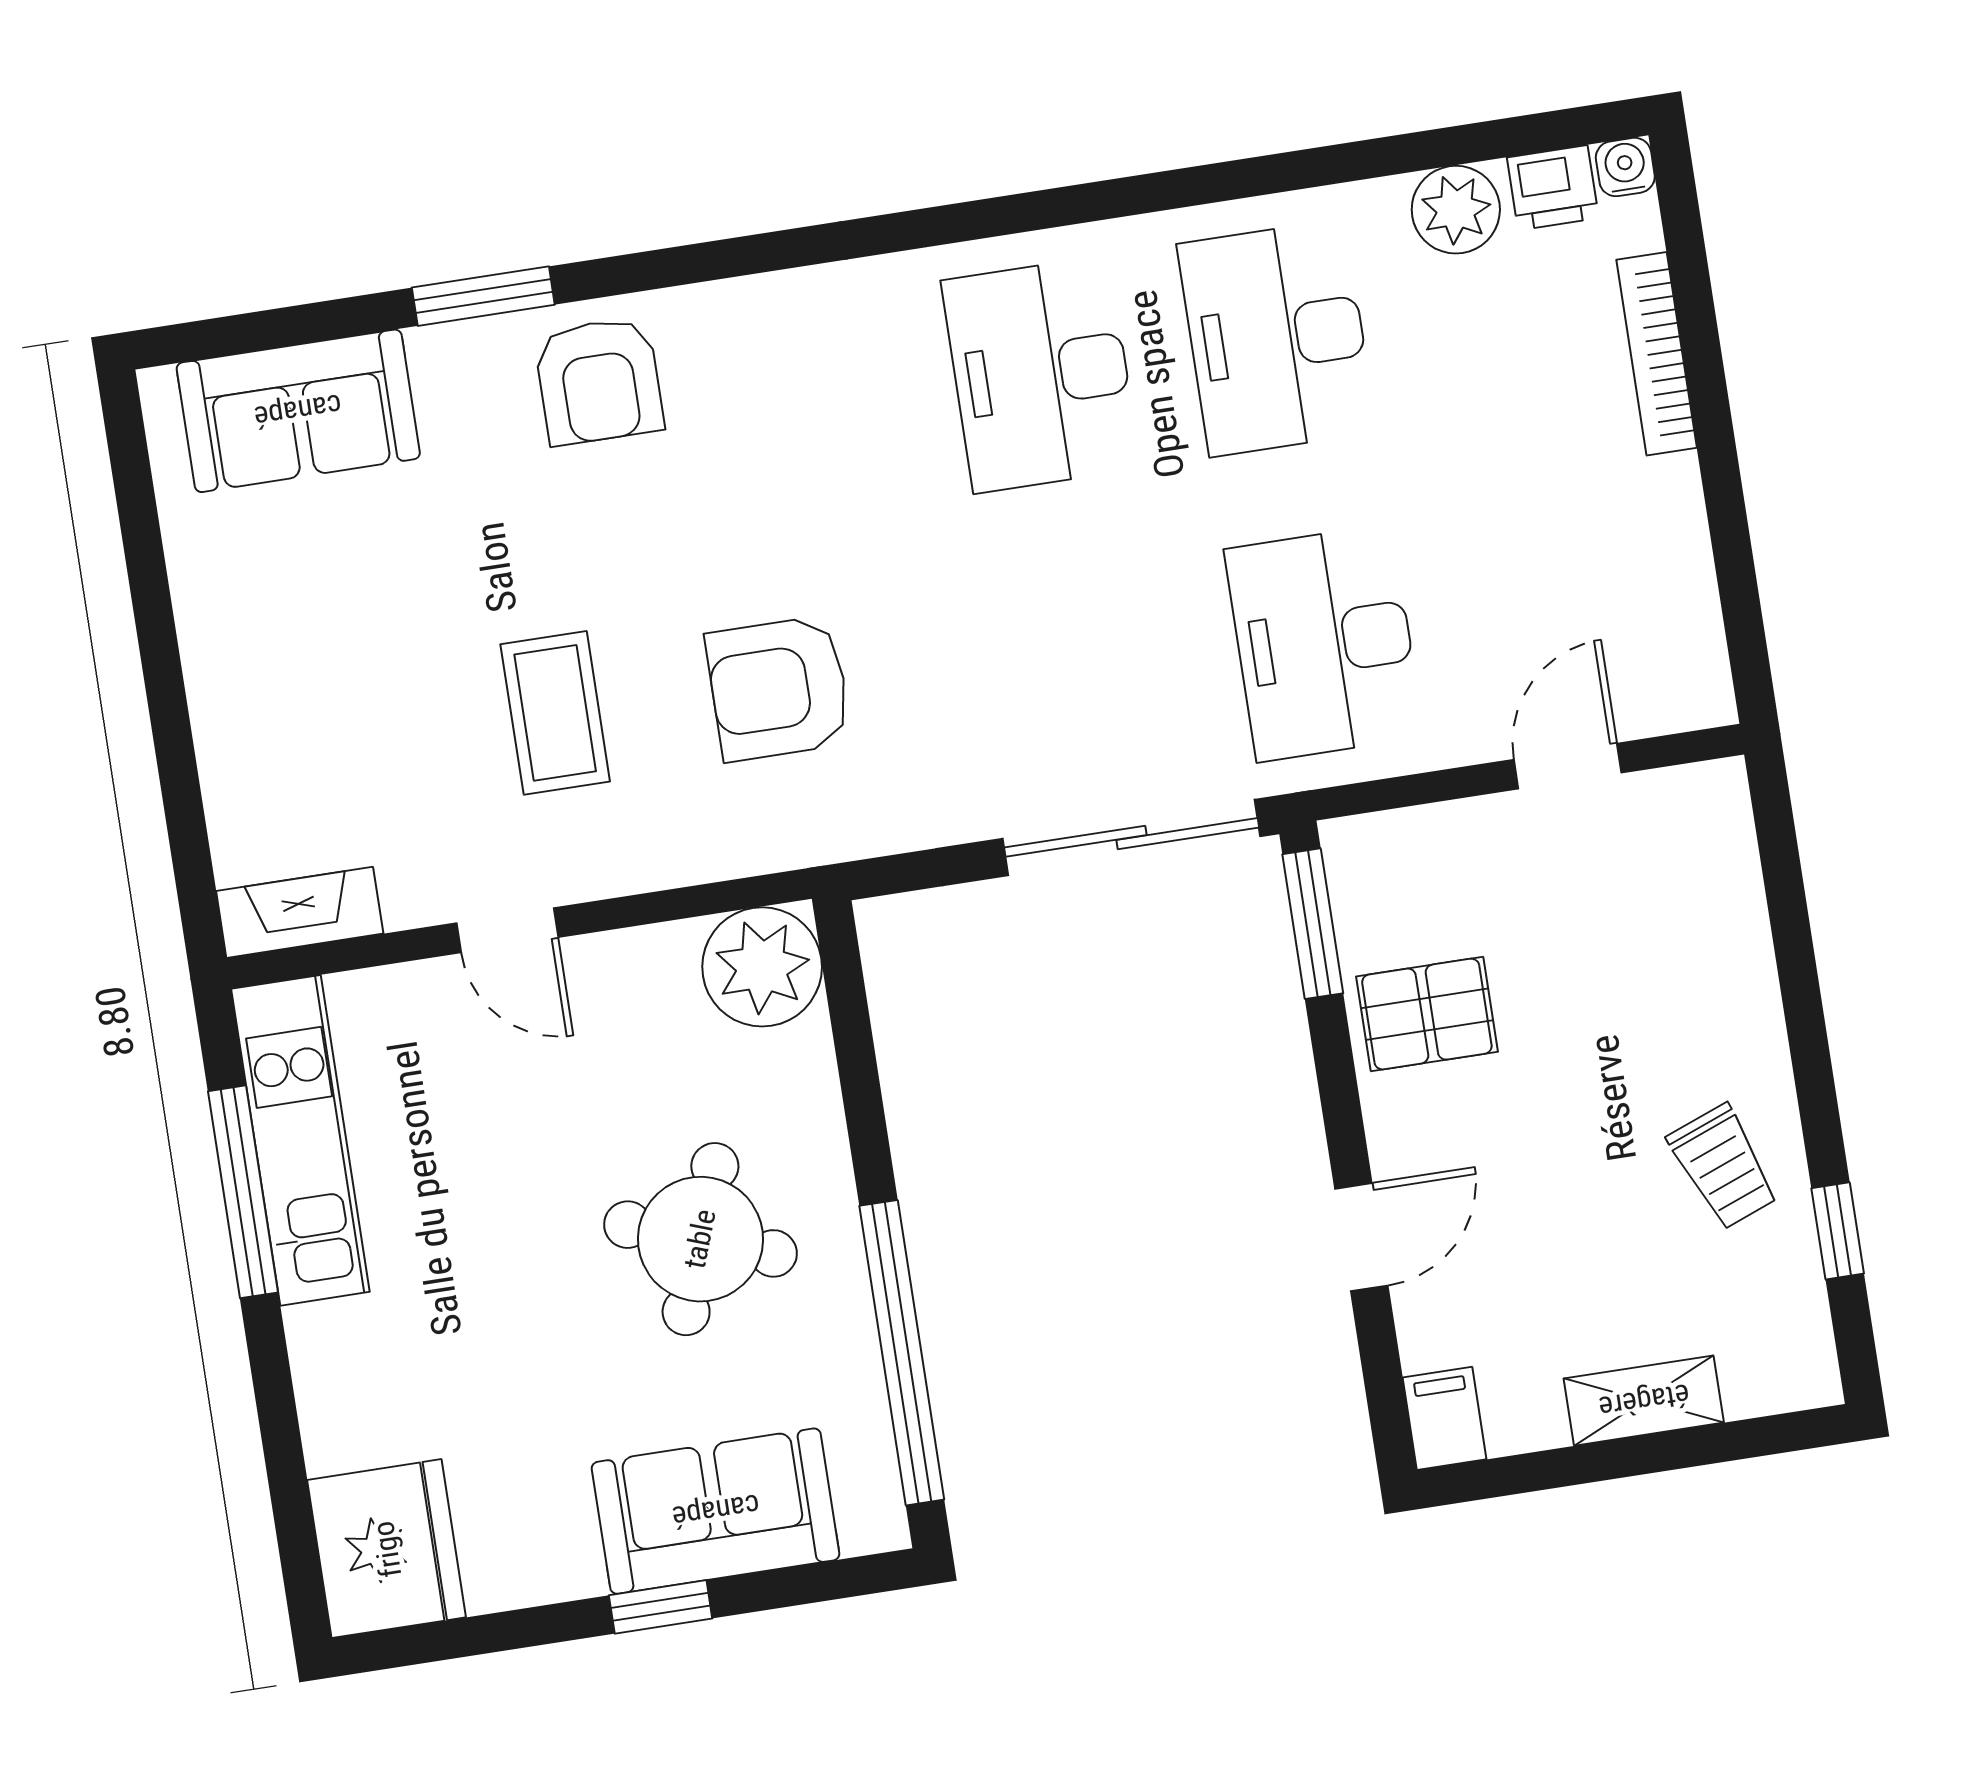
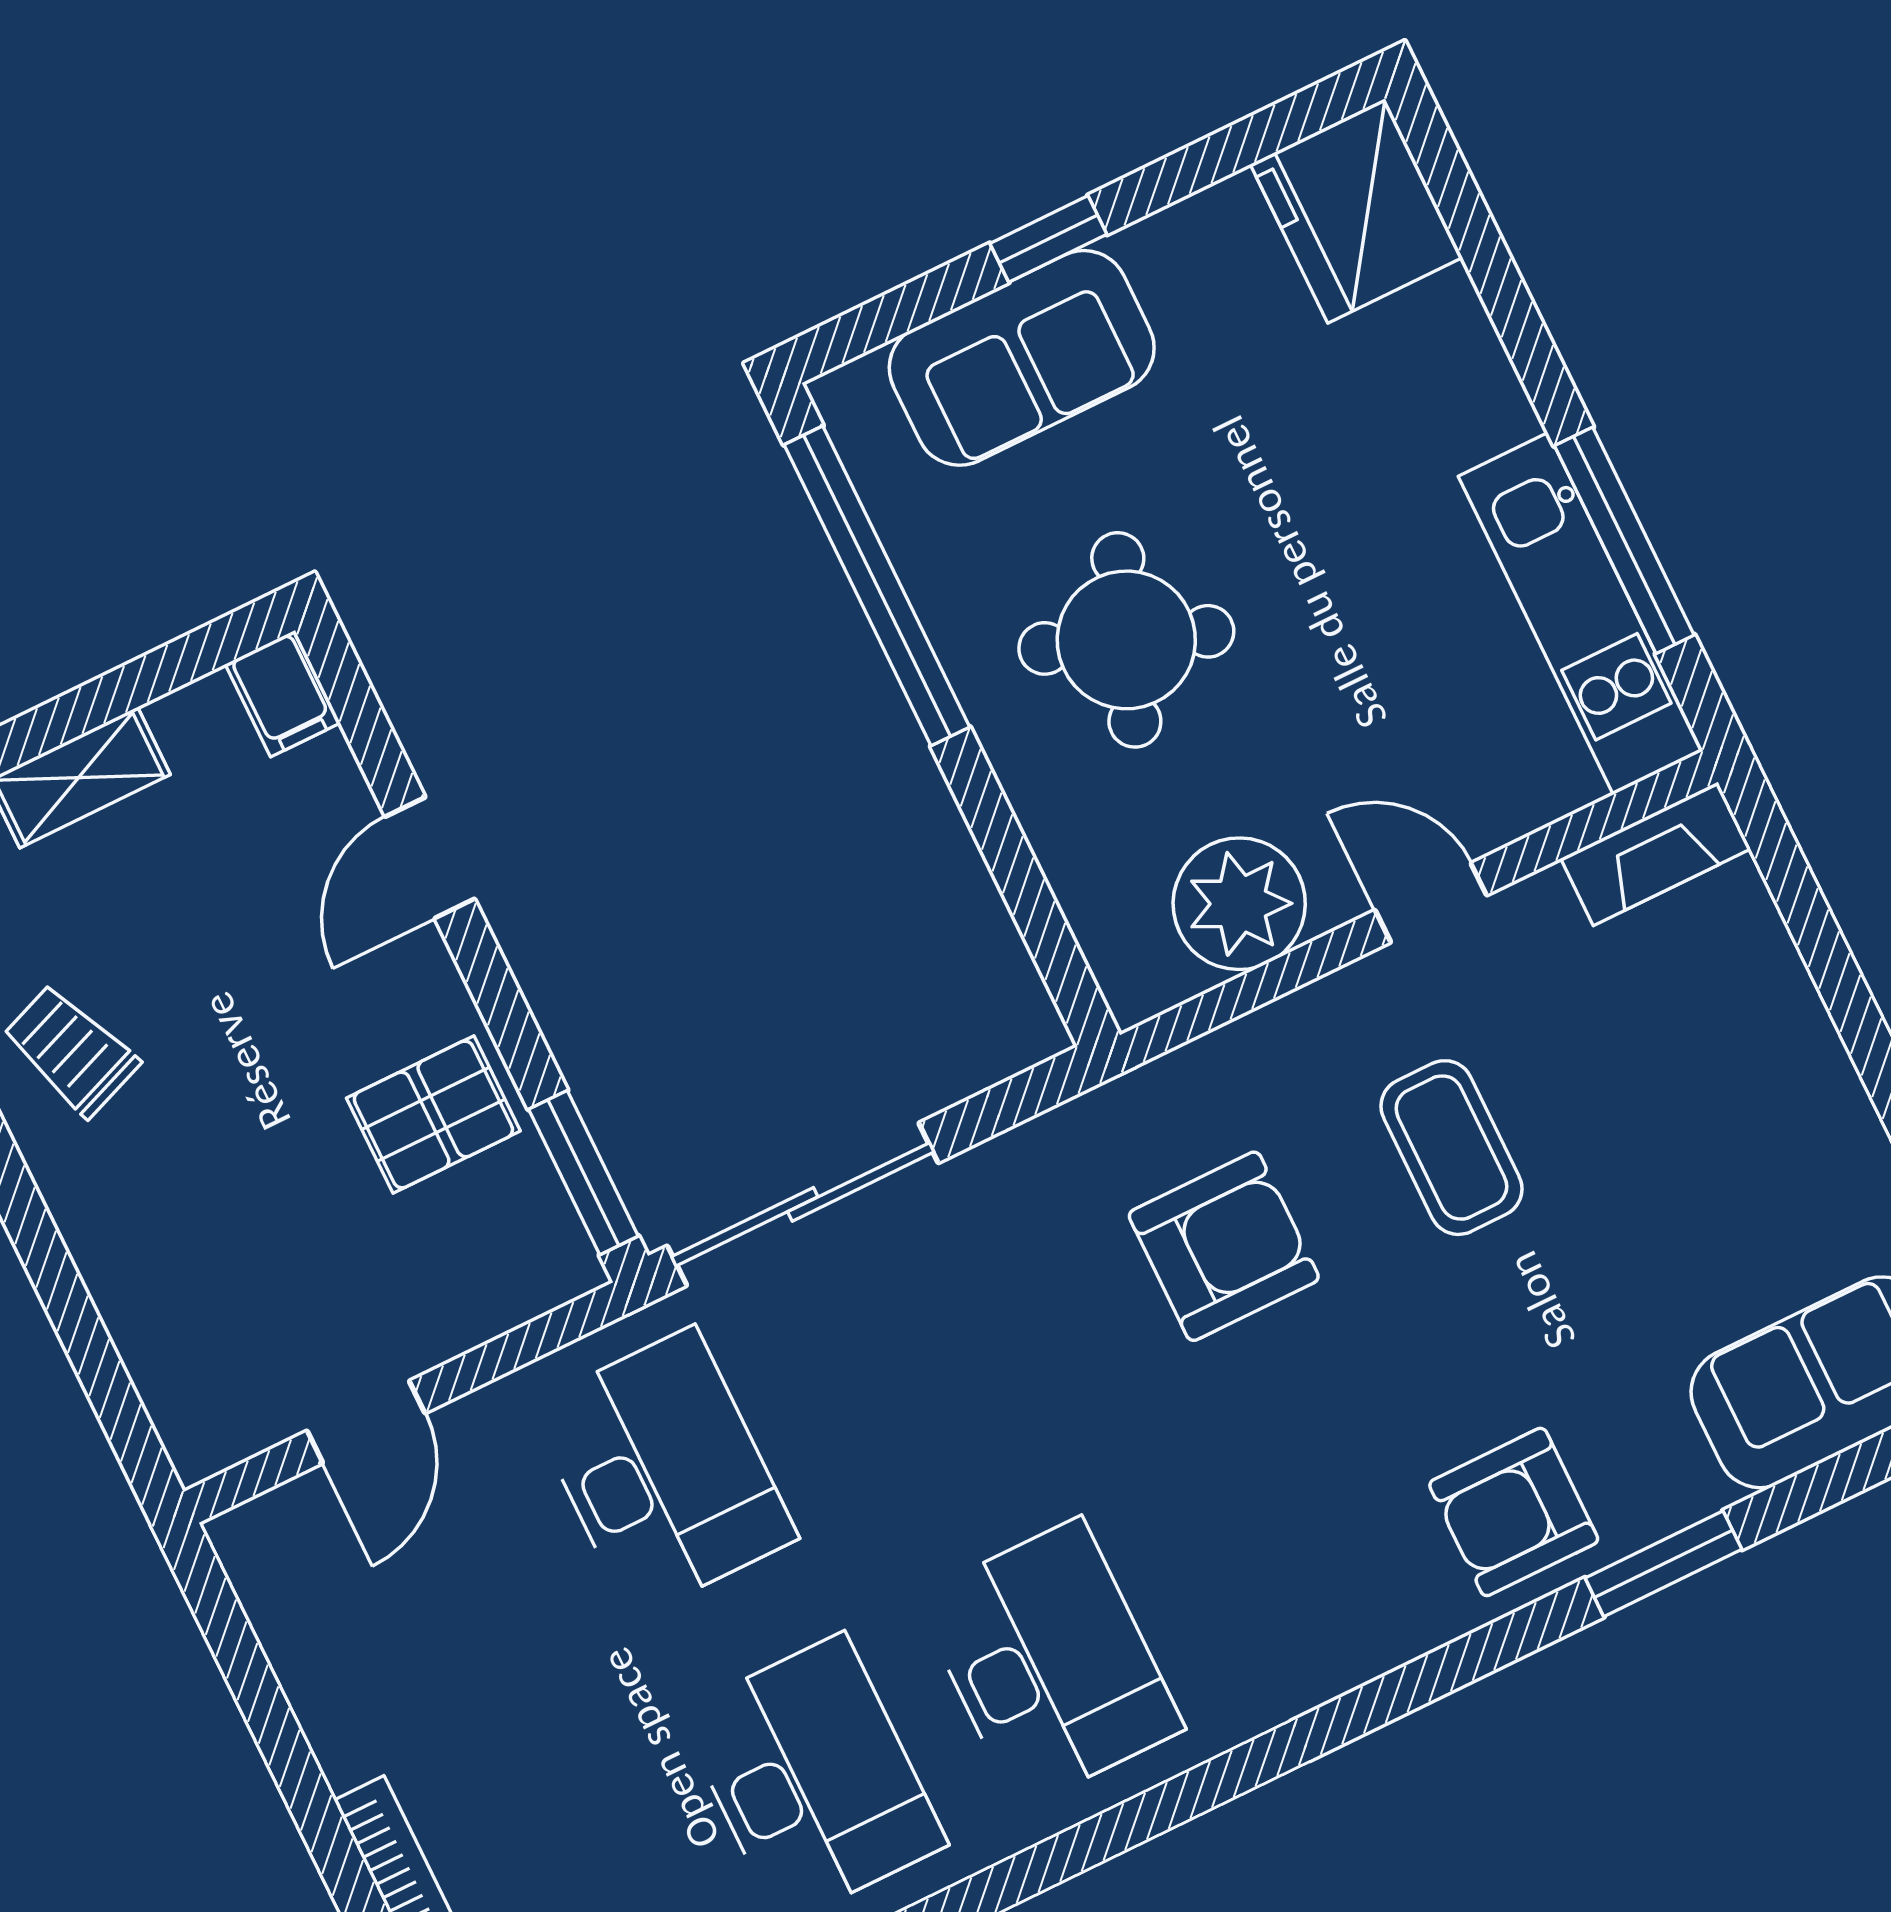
armchair: (599, 381) -> (1514, 1512), turned -90
plant: (762, 967) -> (1239, 904), moved

